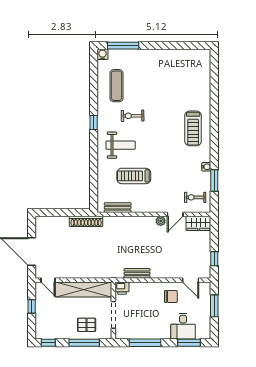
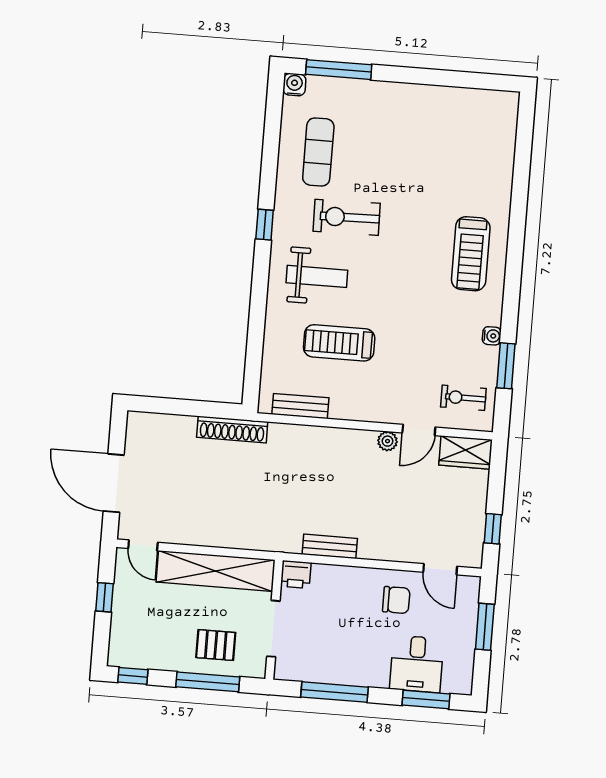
exercise bike: (133, 116) -> (347, 217), width x1.38, depth x1.39

